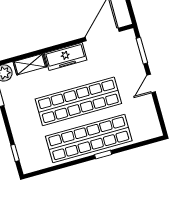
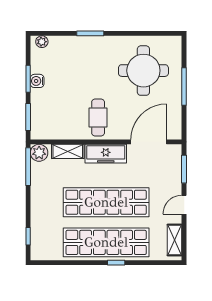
cafe table: (49, 25) -> (98, 118), added
shelving: (151, 119) -> (175, 240), added

